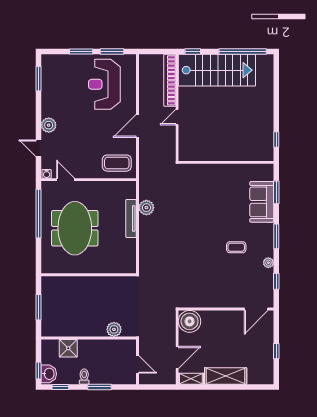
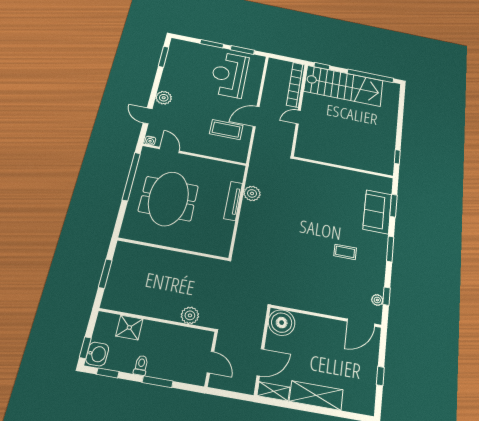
coffee table: (117, 163) -> (226, 130), moved
plant: (268, 263) -> (377, 300), moved

